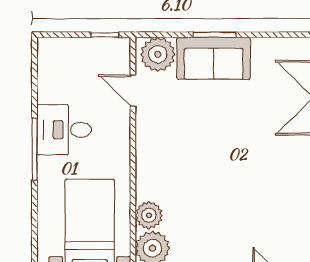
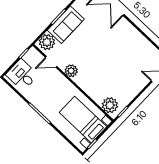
desk: (64, 130) -> (22, 75), moved, turned 90
plant: (149, 215) -> (71, 71), moved

